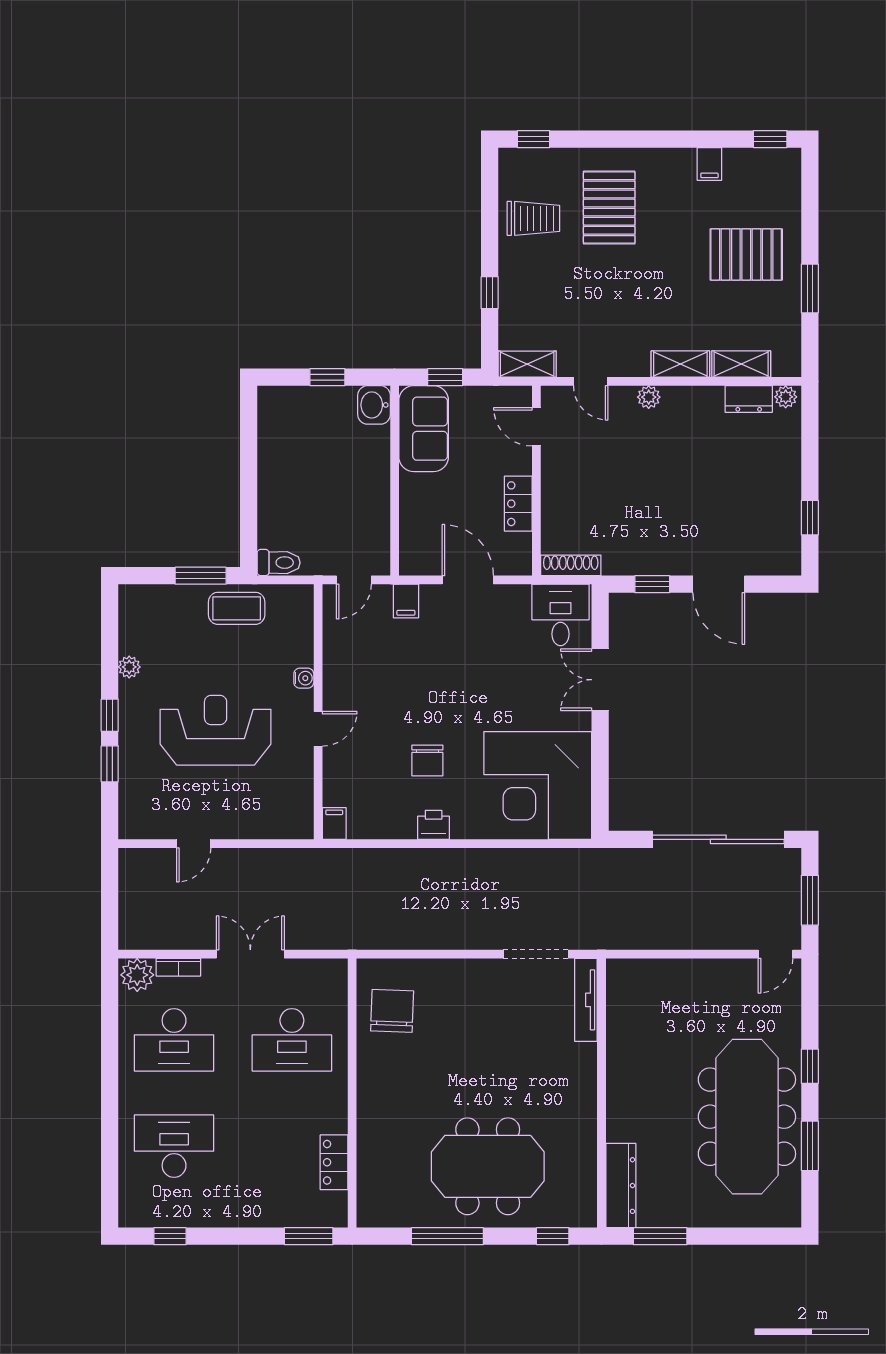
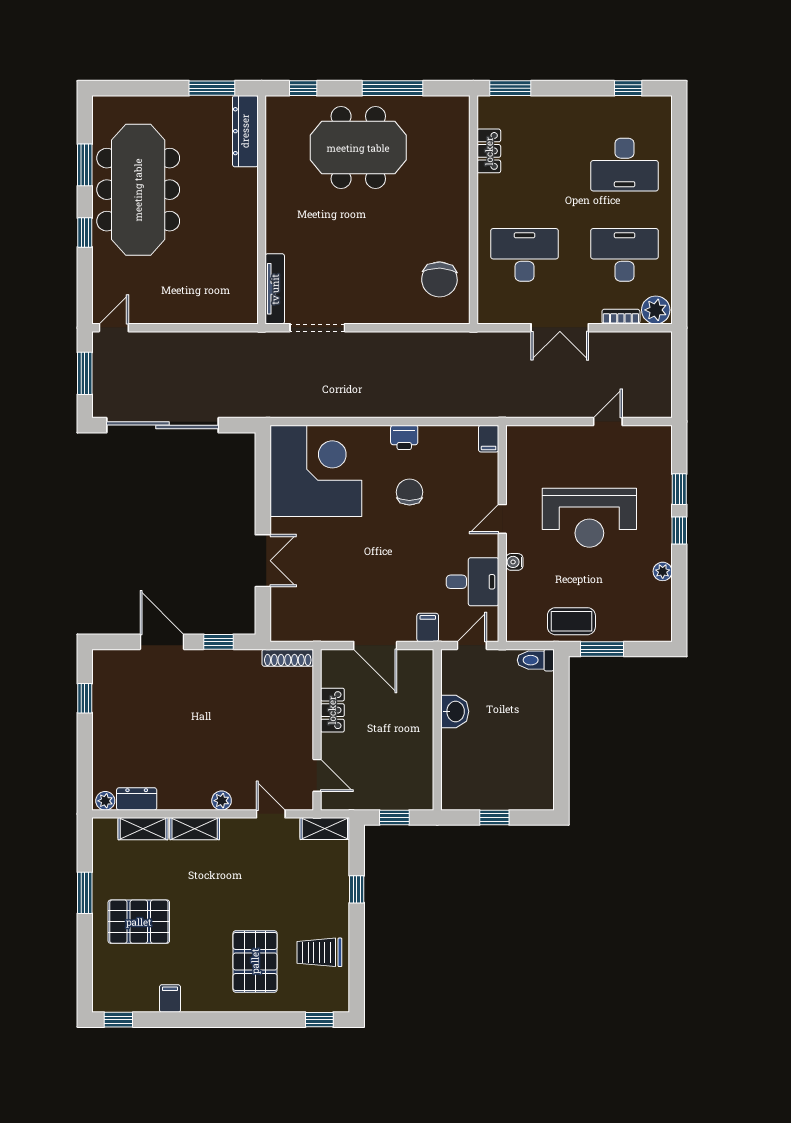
washbasin: (374, 405) -> (455, 711), moved
sofa: (424, 429) -> (413, 774), removed
desk: (560, 615) -> (473, 582), moved, turned -90

